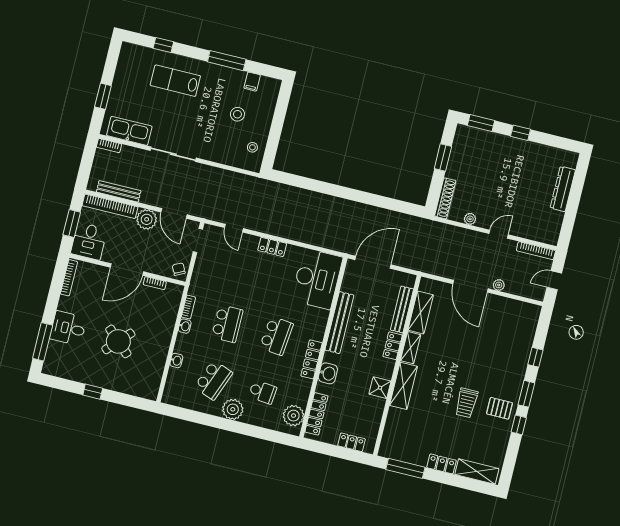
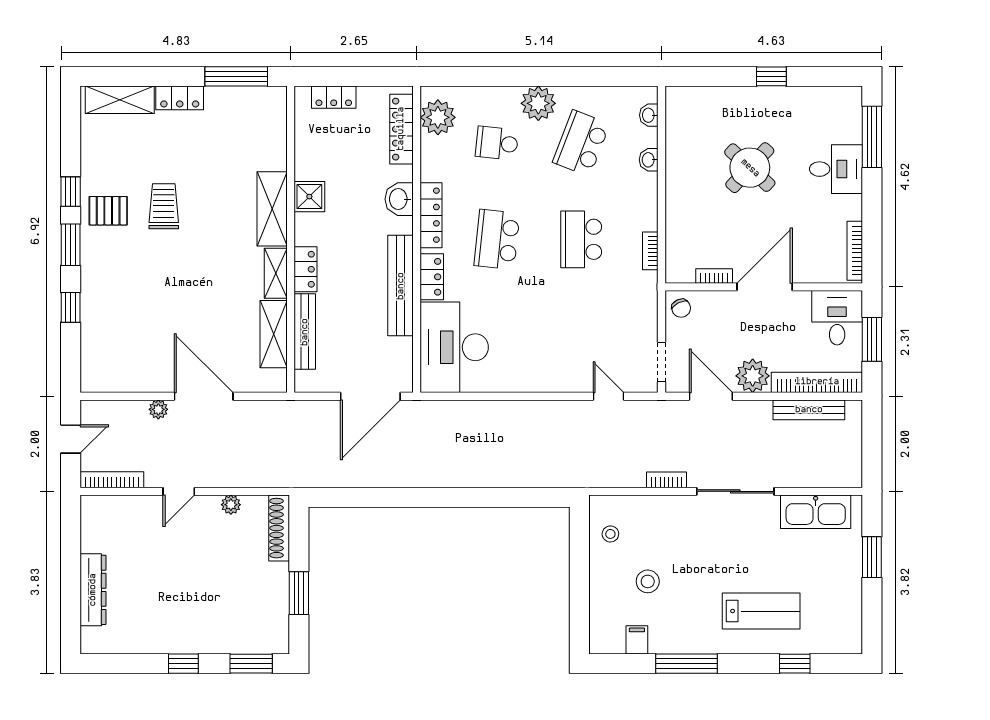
bookcase: (109, 146) -> (666, 480), moved
locker: (272, 247) -> (432, 277), moved, turned 90
washbasin: (185, 326) -> (649, 115), moved

